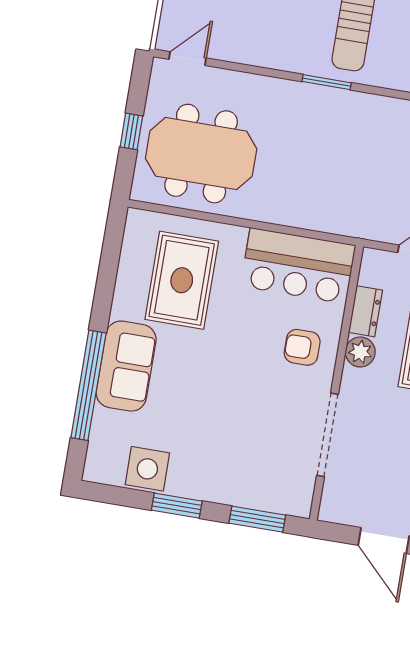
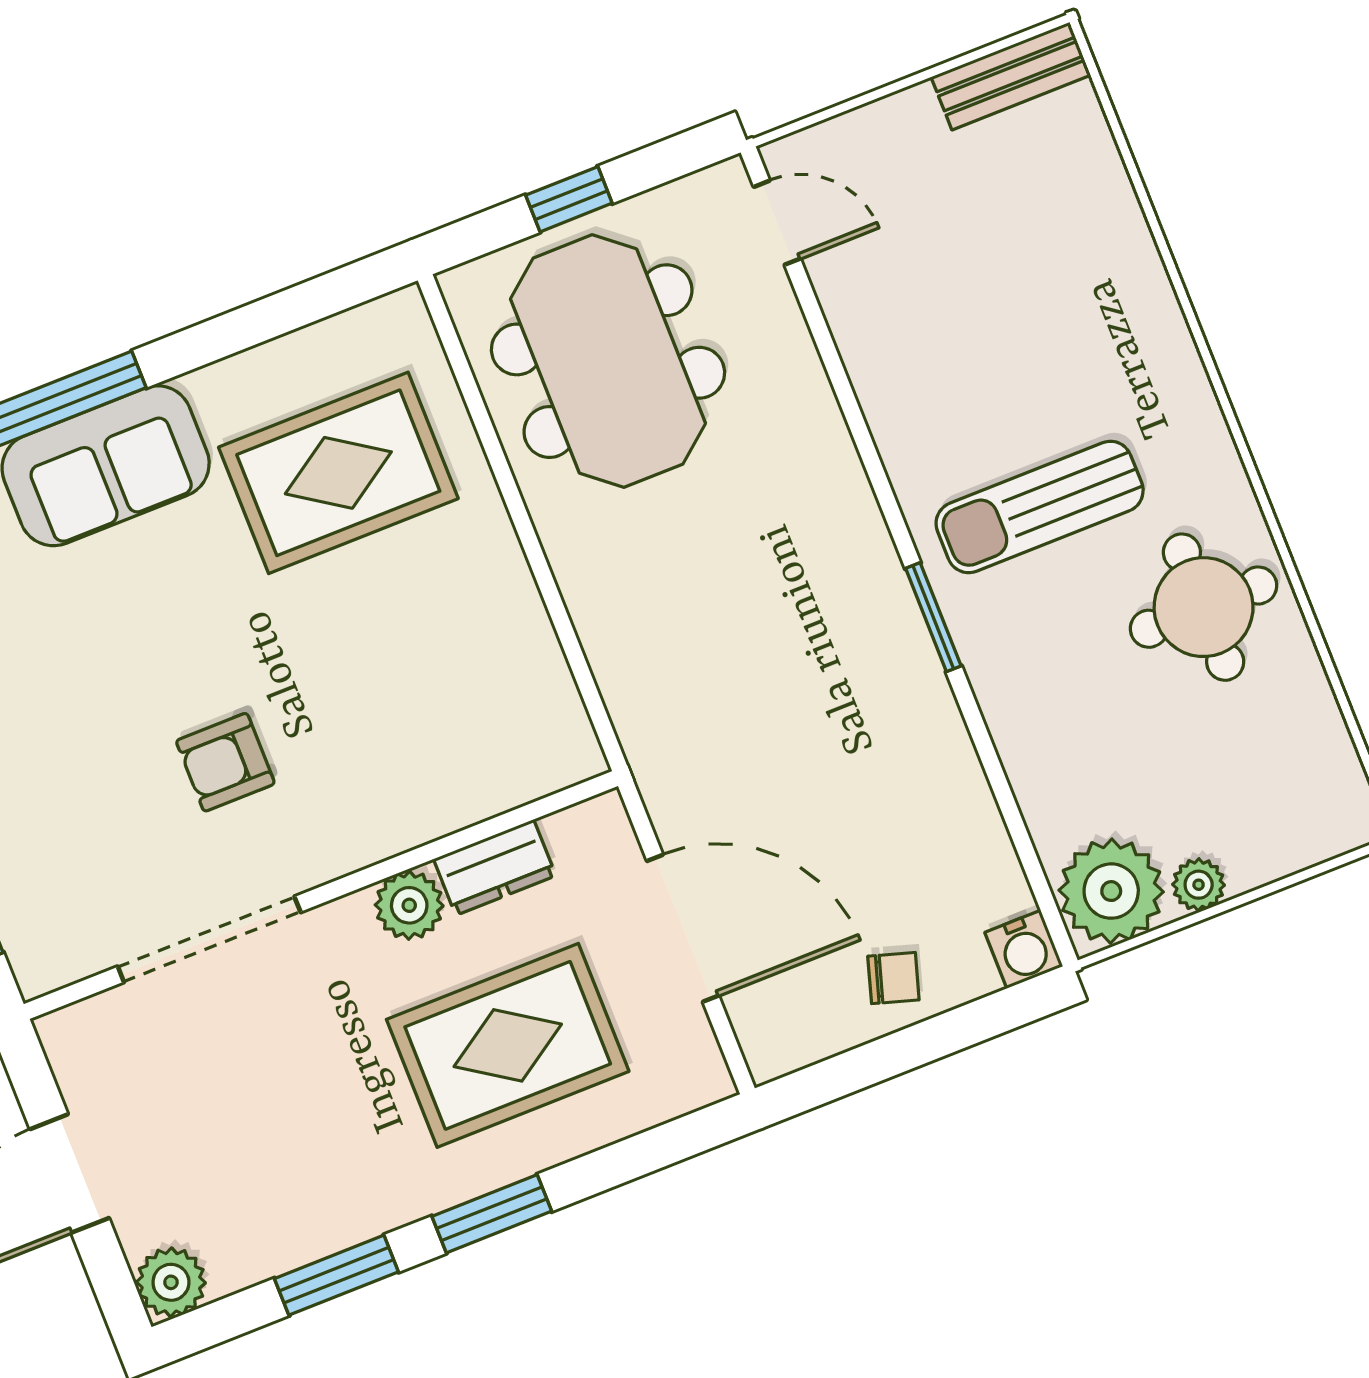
window: (327, 82) -> (933, 617), moved
bar counter: (298, 266) -> (504, 683), removed
armchair: (302, 347) -> (225, 762), moved, turned -90

